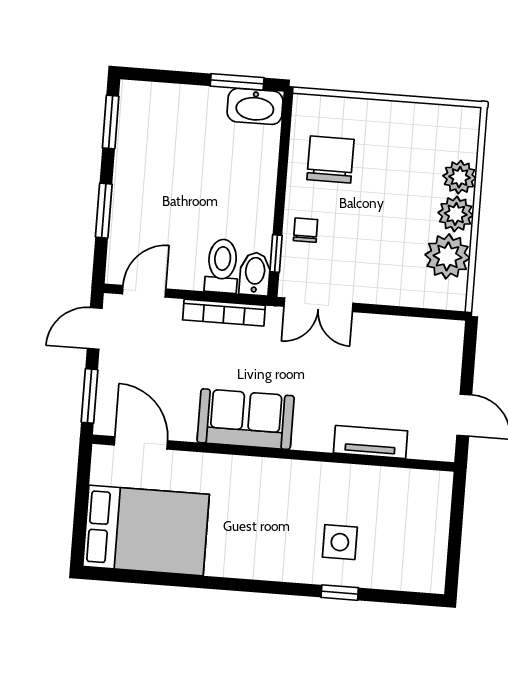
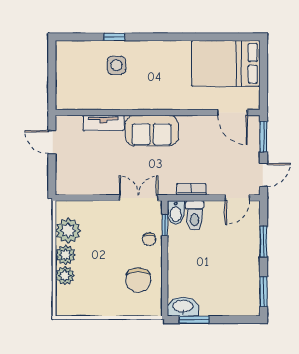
bookcase: (224, 313) -> (191, 189), width x0.64
sofa: (246, 419) -> (152, 130), moved

